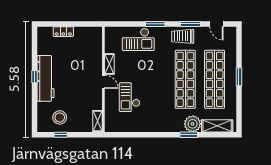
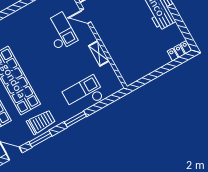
locker: (63, 32) -> (179, 51), moved
door: (103, 82) -> (86, 16), moved

